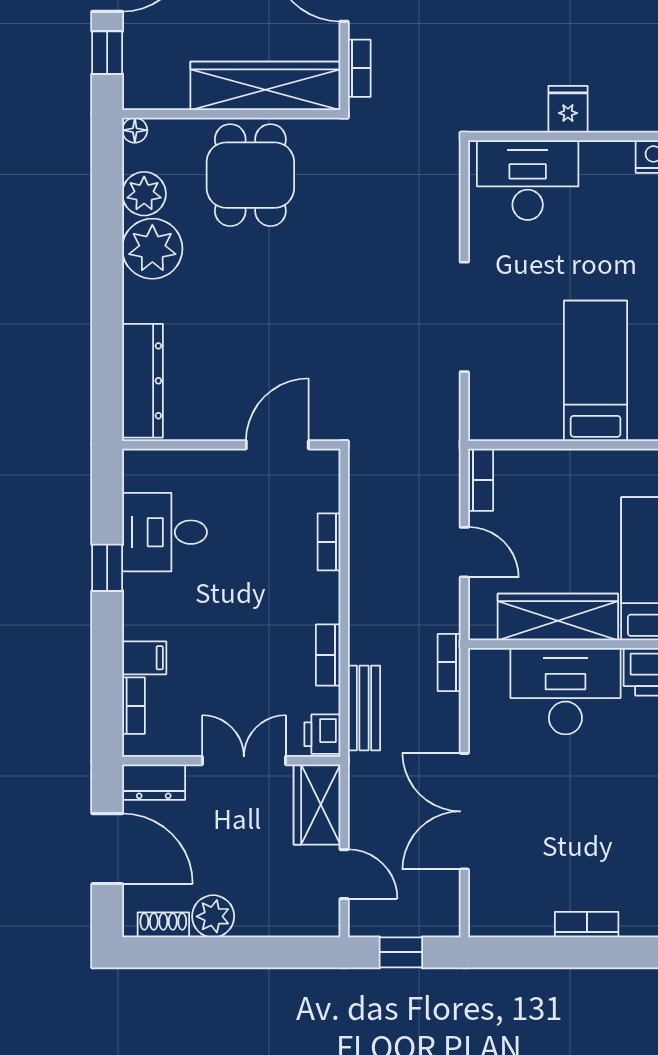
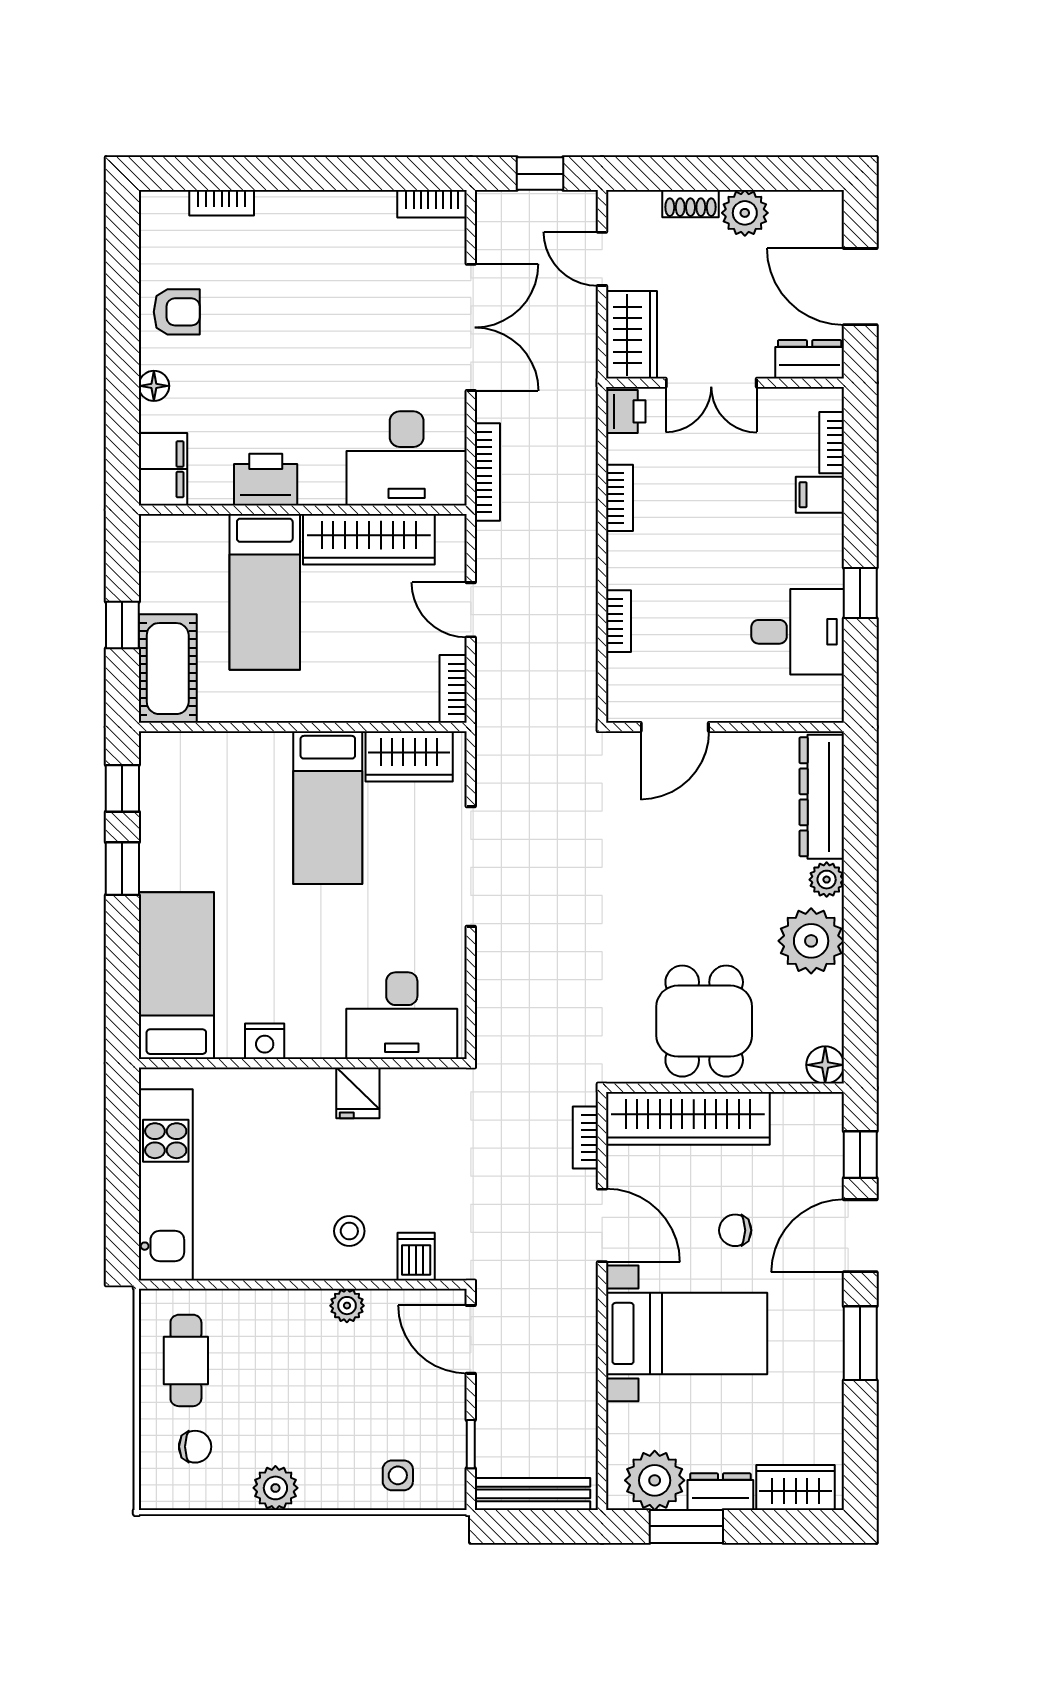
floor lamp: (135, 130) -> (825, 1065), width x1.37, depth x1.37
plant: (144, 194) -> (827, 880), moved, width x0.73, depth x0.73
wardrobe: (521, 418) -> (409, 756), added
bookcase: (449, 662) -> (487, 472), width x1.56
desk: (565, 691) -> (407, 458), moved
bench: (364, 708) -> (580, 440), removed
shoe rack: (163, 925) -> (690, 204), moved
bookcase: (587, 925) -> (432, 204), moved

